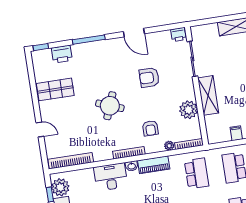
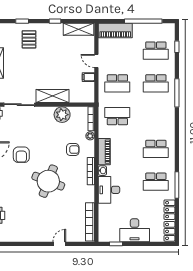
armchair: (149, 78) -> (21, 155), moved
shop shelf: (55, 89) -> (27, 225), removed
round table: (110, 106) -> (48, 181), width x1.36, depth x1.36
plant: (60, 187) -> (111, 234), removed

